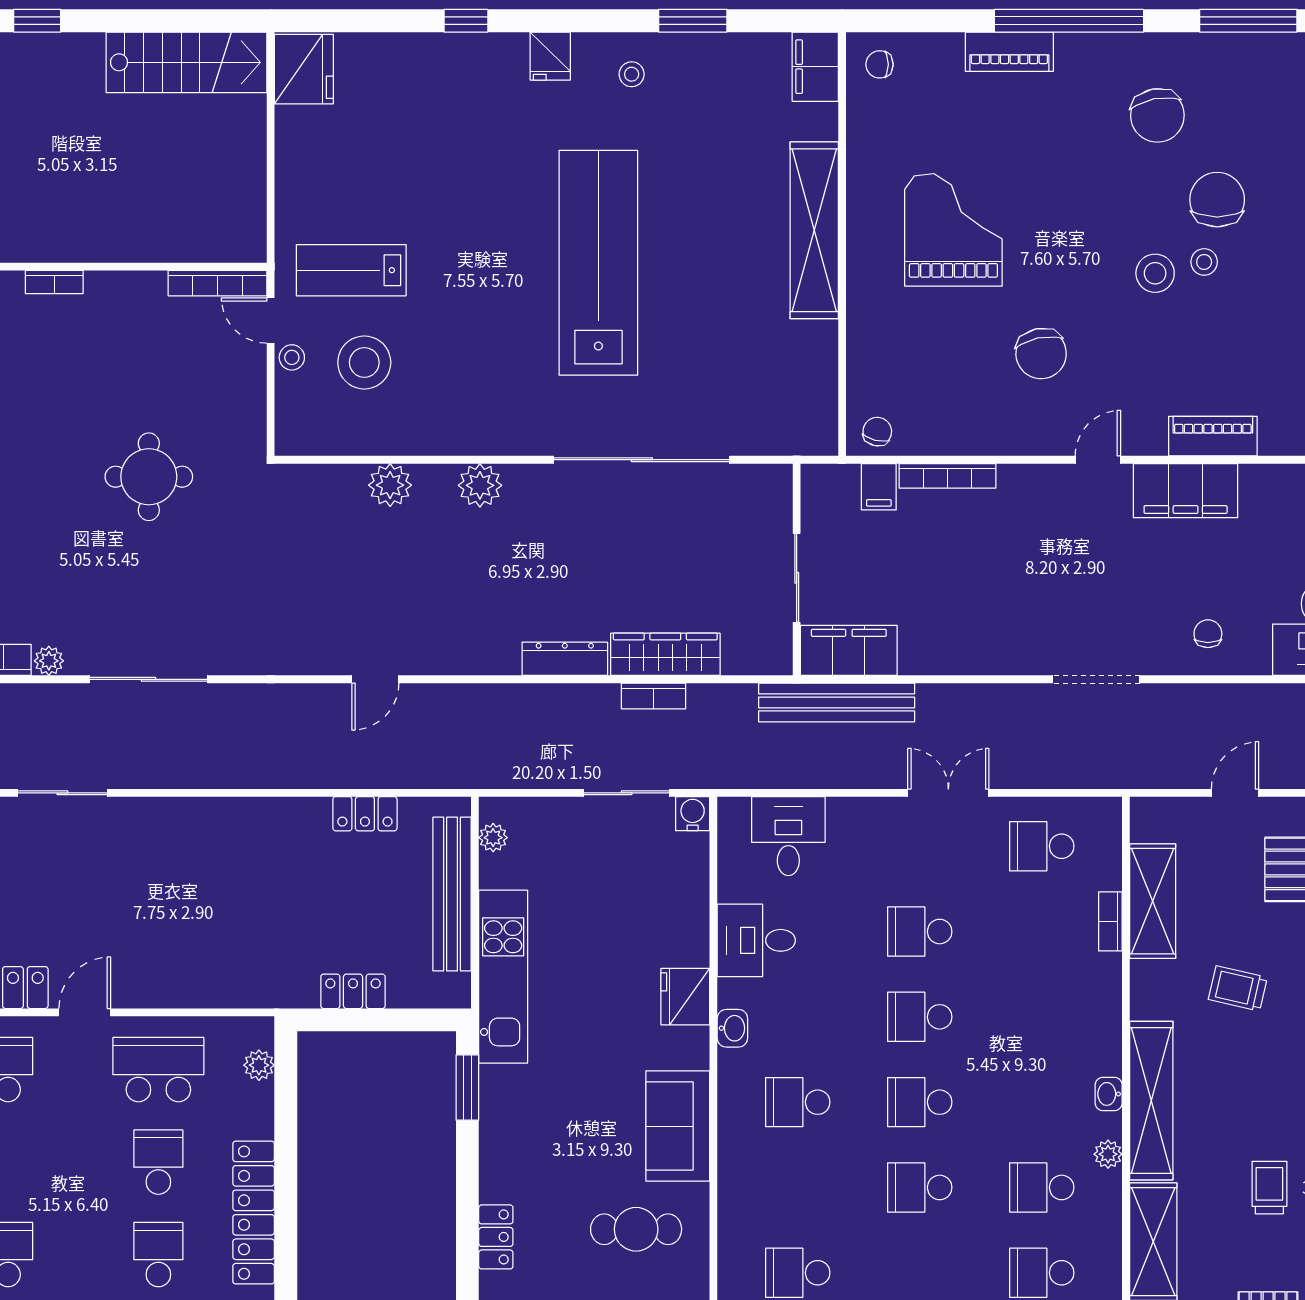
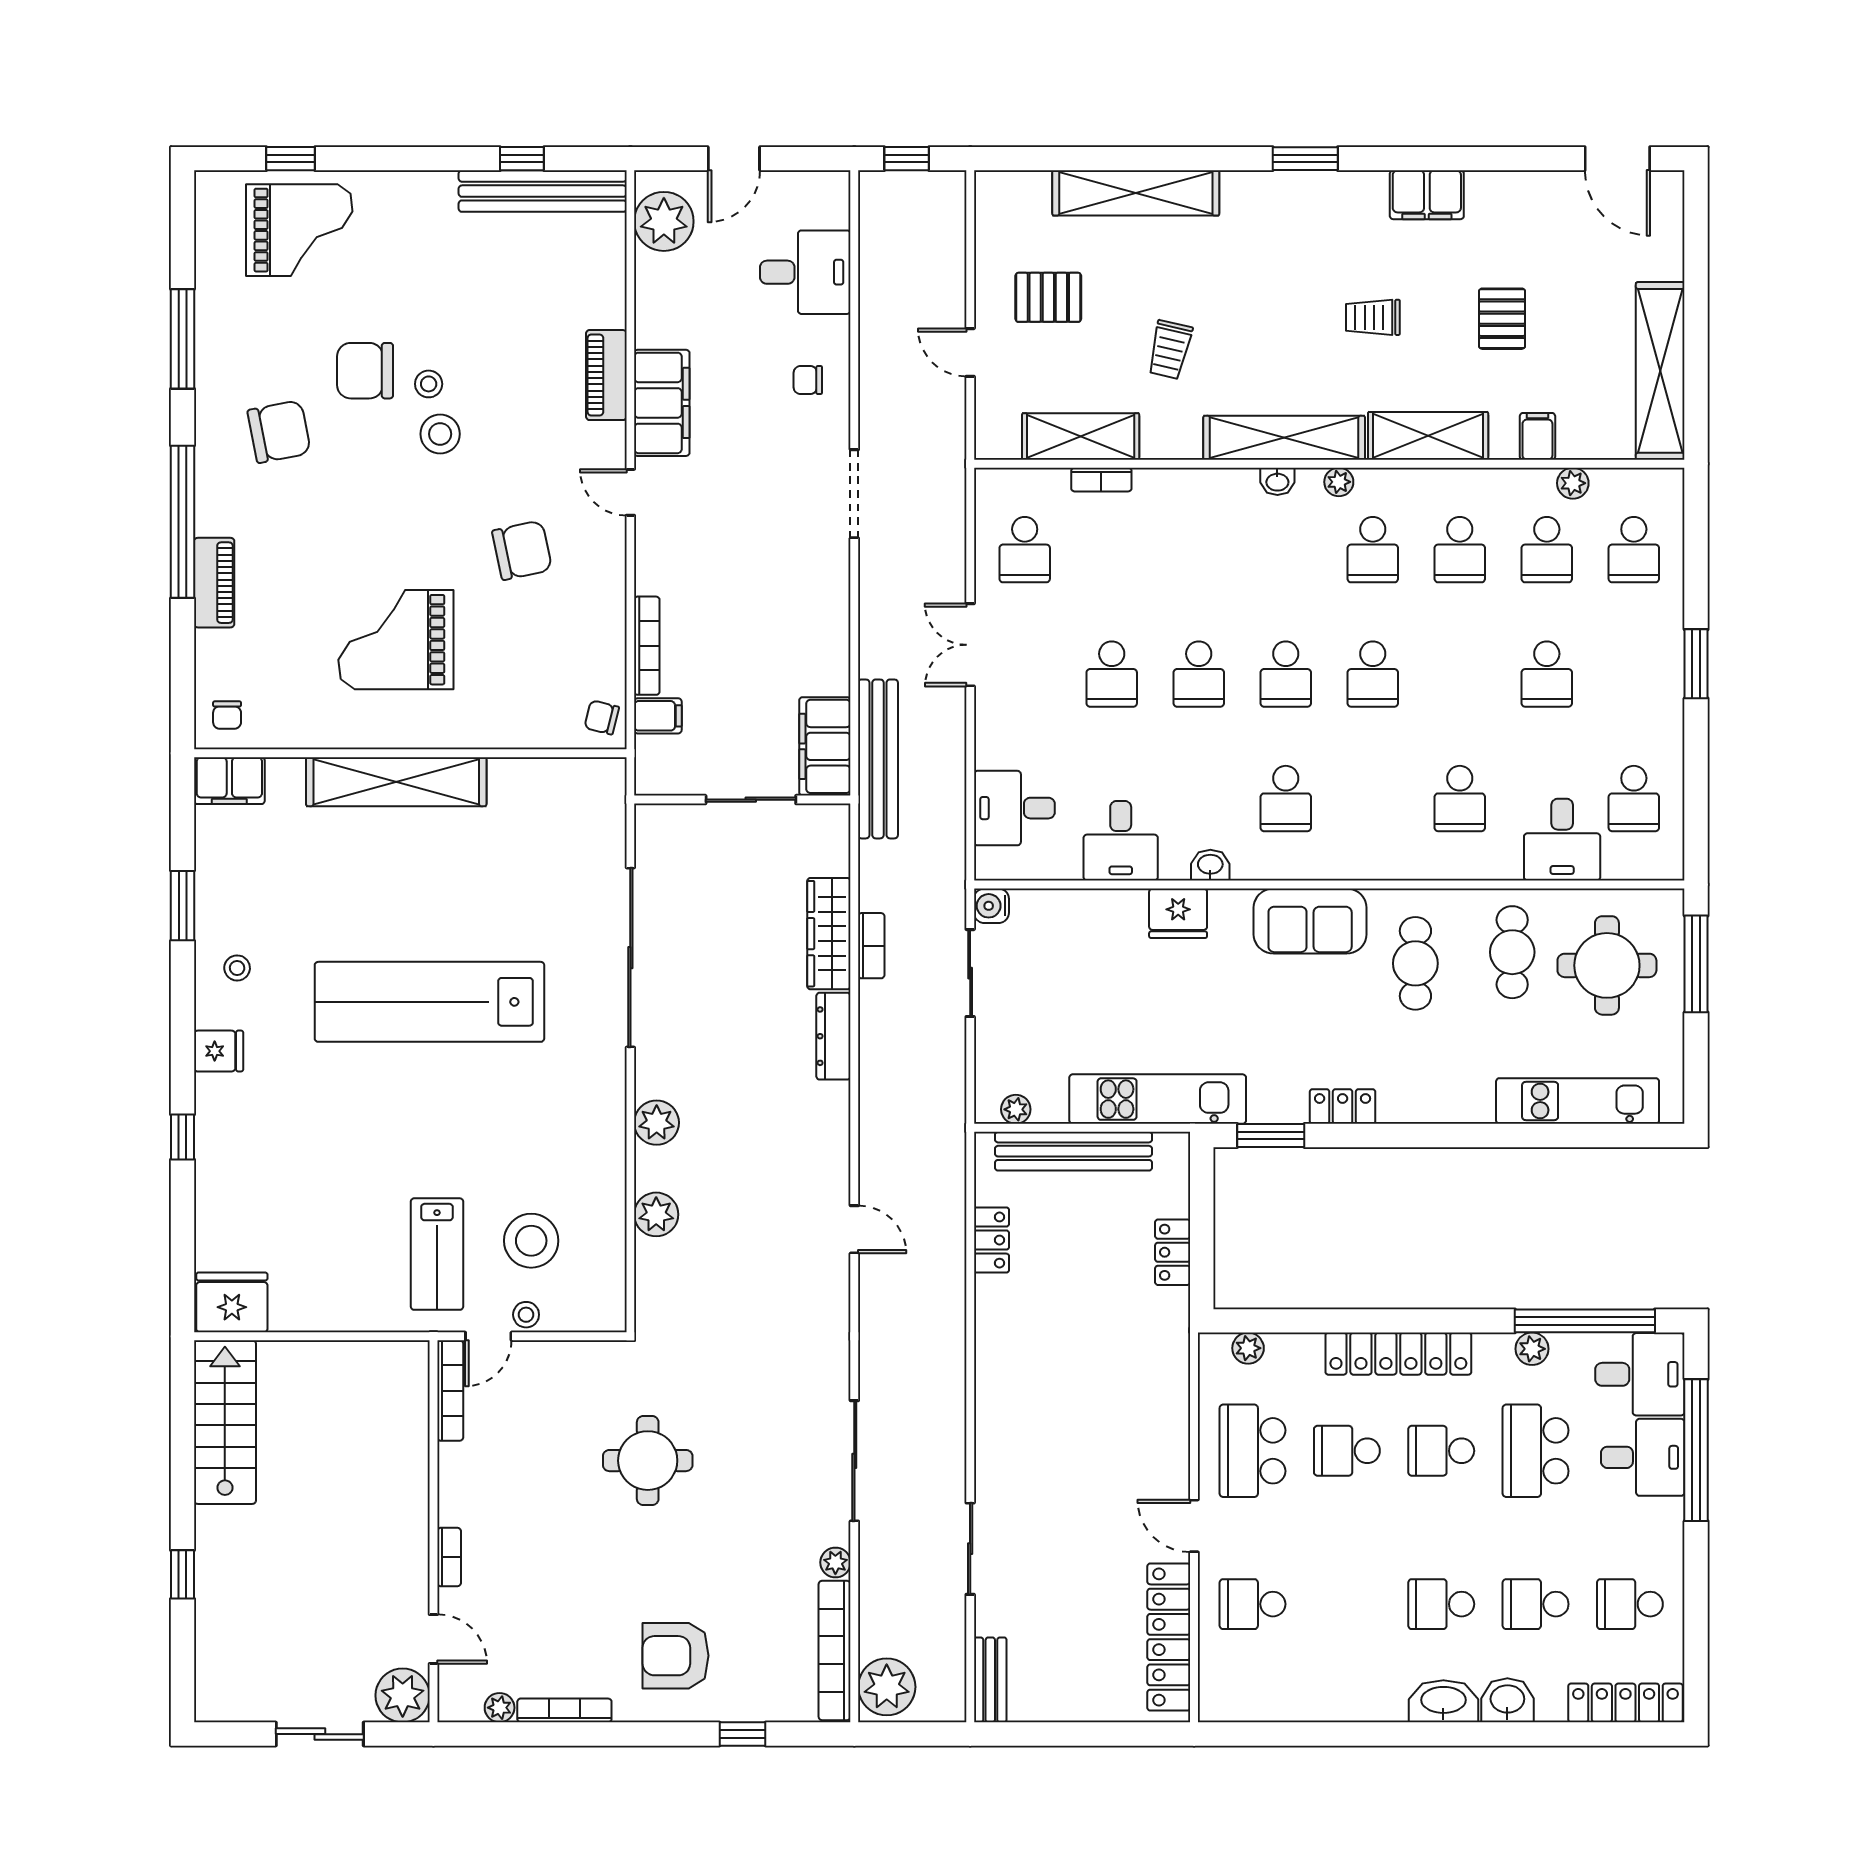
locker: (496, 1237) -> (1343, 1107), moved

